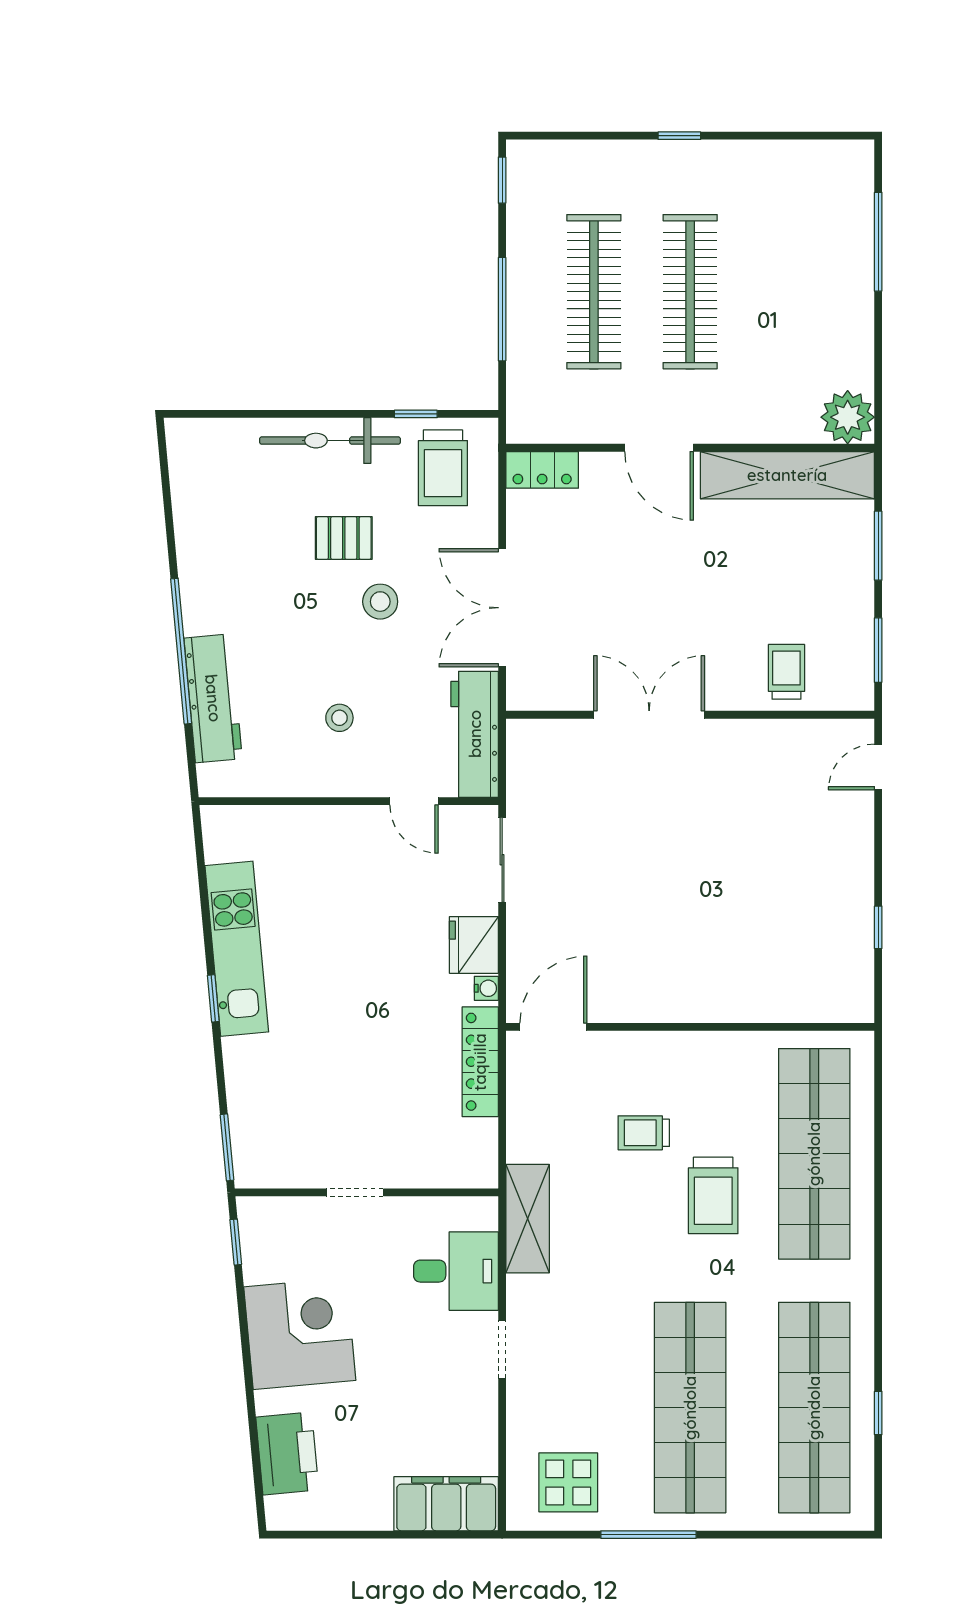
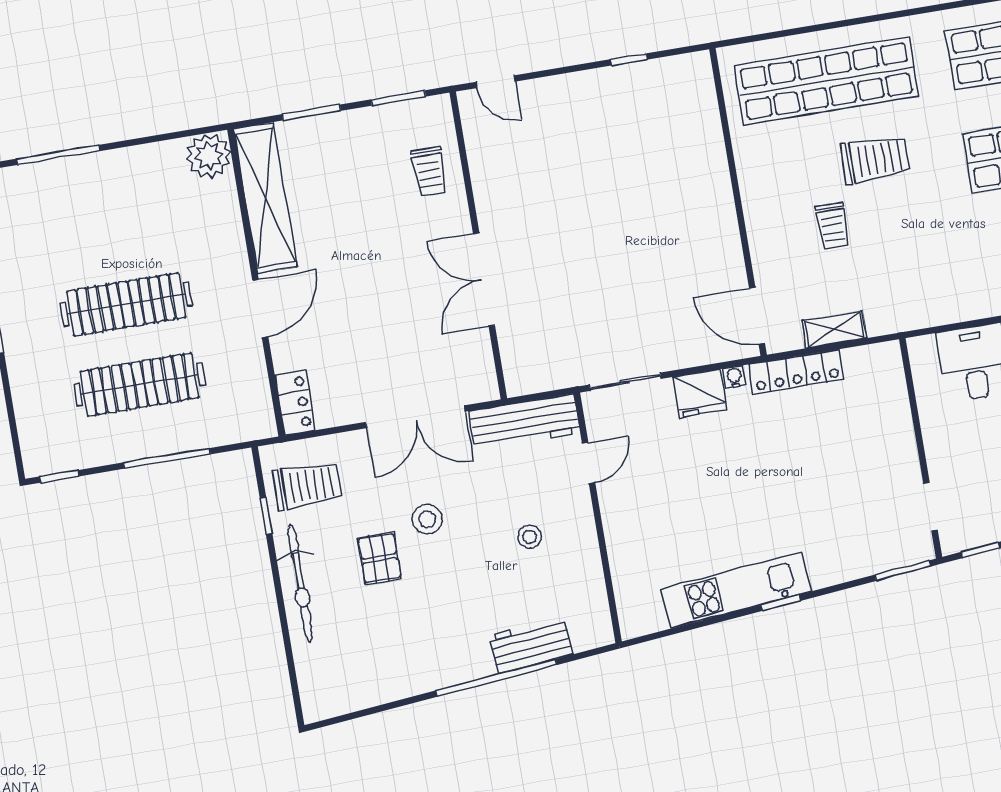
trolley: (786, 672) -> (429, 171), turned -90
workbench: (213, 698) -> (531, 645), width x0.73
doorway: (355, 1192) -> (931, 507), moved
shelving: (528, 1219) -> (834, 330), moved, width x0.67, depth x0.75

